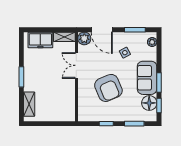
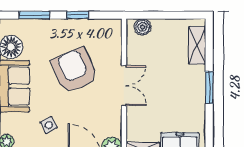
double door: (76, 65) -> (124, 86), moved
boiler: (64, 116) -> (142, 27), added

